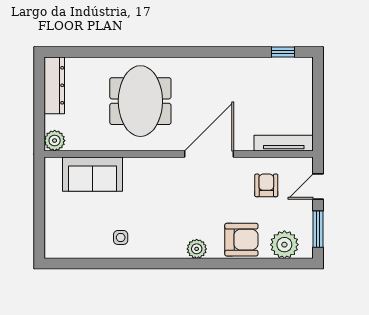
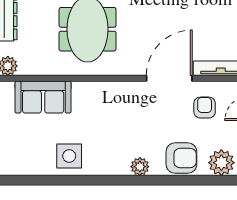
door: (209, 154) -> (169, 78), moved
side table: (121, 237) -> (69, 156), width x1.87, depth x1.87

